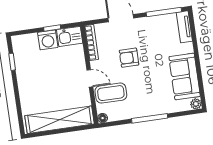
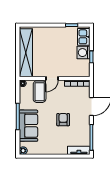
kitchen sink: (70, 36) -> (84, 37), moved
armchair: (129, 58) -> (63, 120), moved
sofa: (185, 77) -> (28, 126), moved, turned 90

